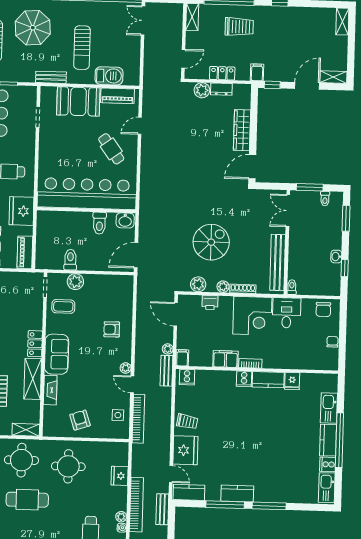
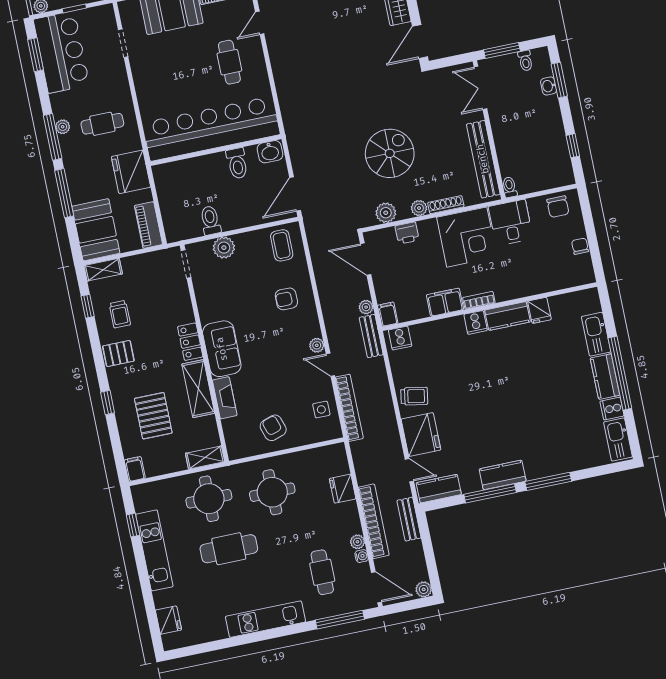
cafe table: (111, 149) -> (229, 62), turned 36
washbasin: (336, 257) -> (549, 86), moved
coffee table: (63, 306) -> (282, 245), moved, turned 90

